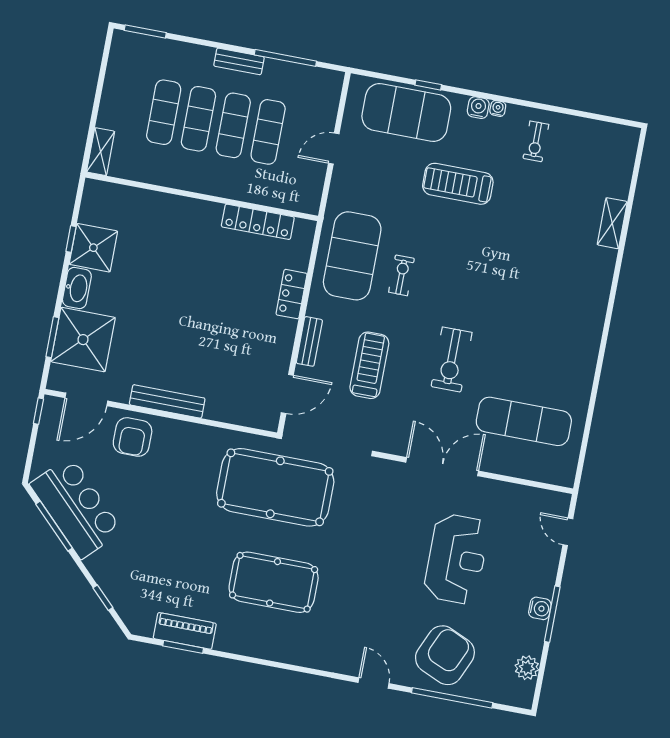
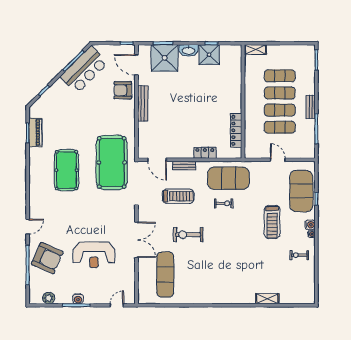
treadmill: (458, 184) -> (272, 222), turned 180

